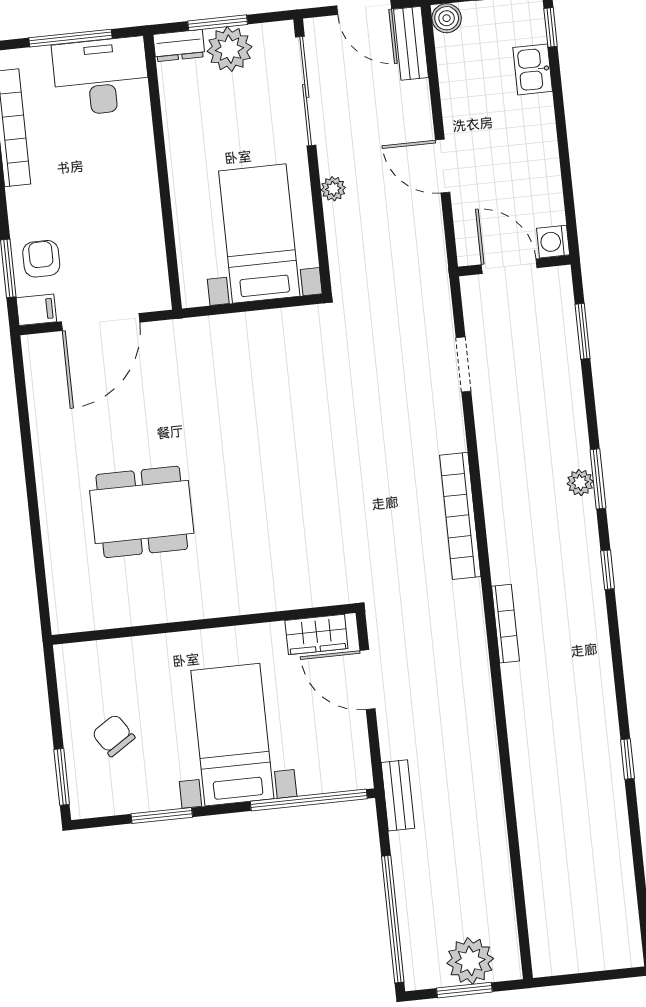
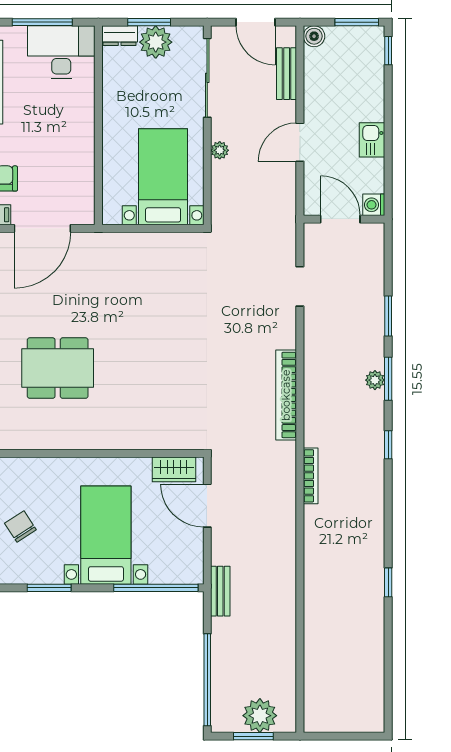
bench: (411, 43) -> (287, 74), moved
kitchen sink: (533, 69) -> (372, 140), moved
door: (443, 166) -> (300, 142), hinge flipped
window: (582, 331) -> (388, 316), moved

